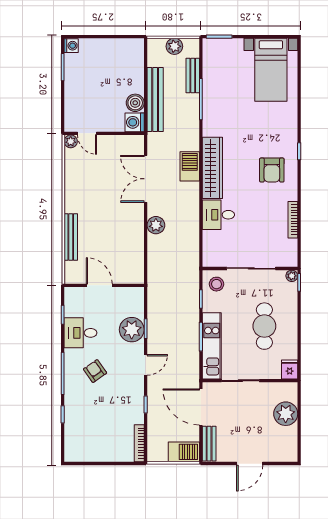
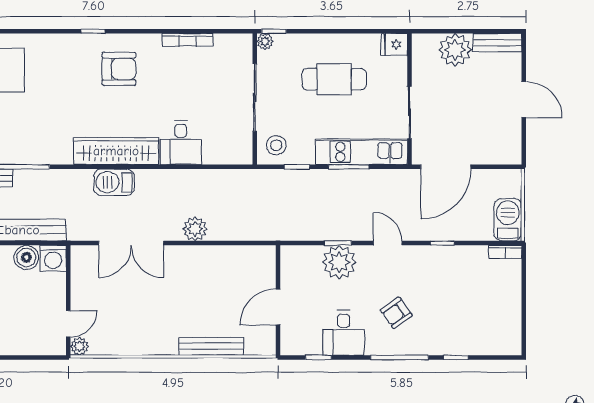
bookcase: (139, 443) -> (505, 252), width x0.64
bench: (209, 444) -> (497, 43), moved
barbecue: (184, 452) -> (508, 220), moved

